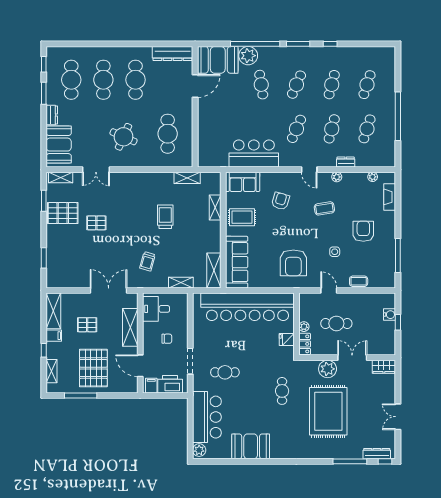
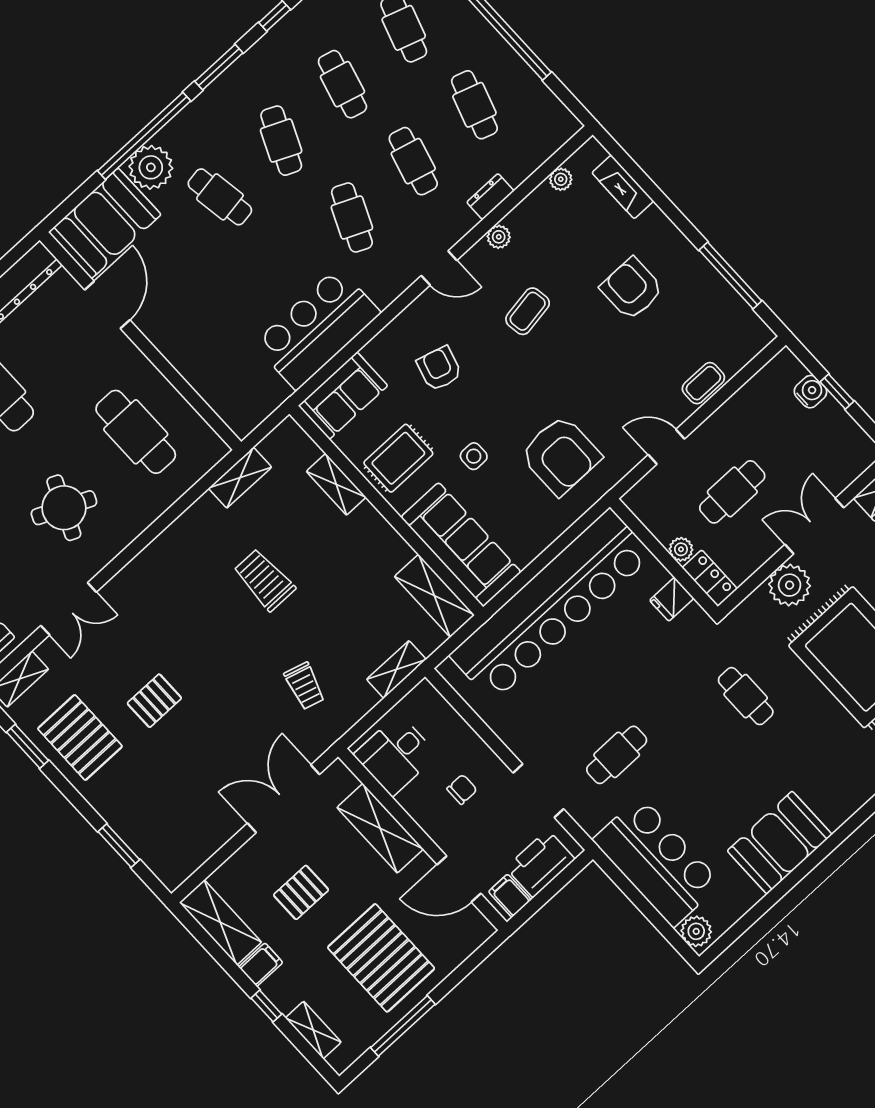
pallet: (63, 213) -> (80, 737), turned 90
side table: (335, 252) -> (474, 456), moved

